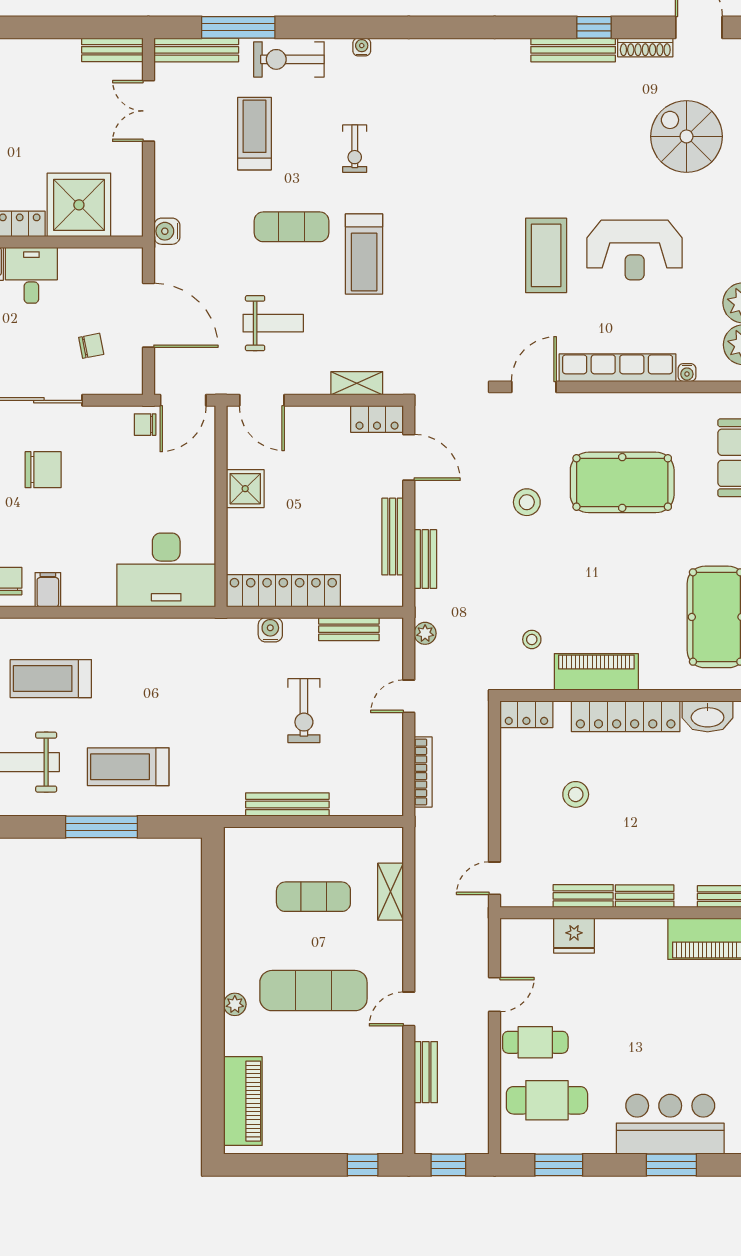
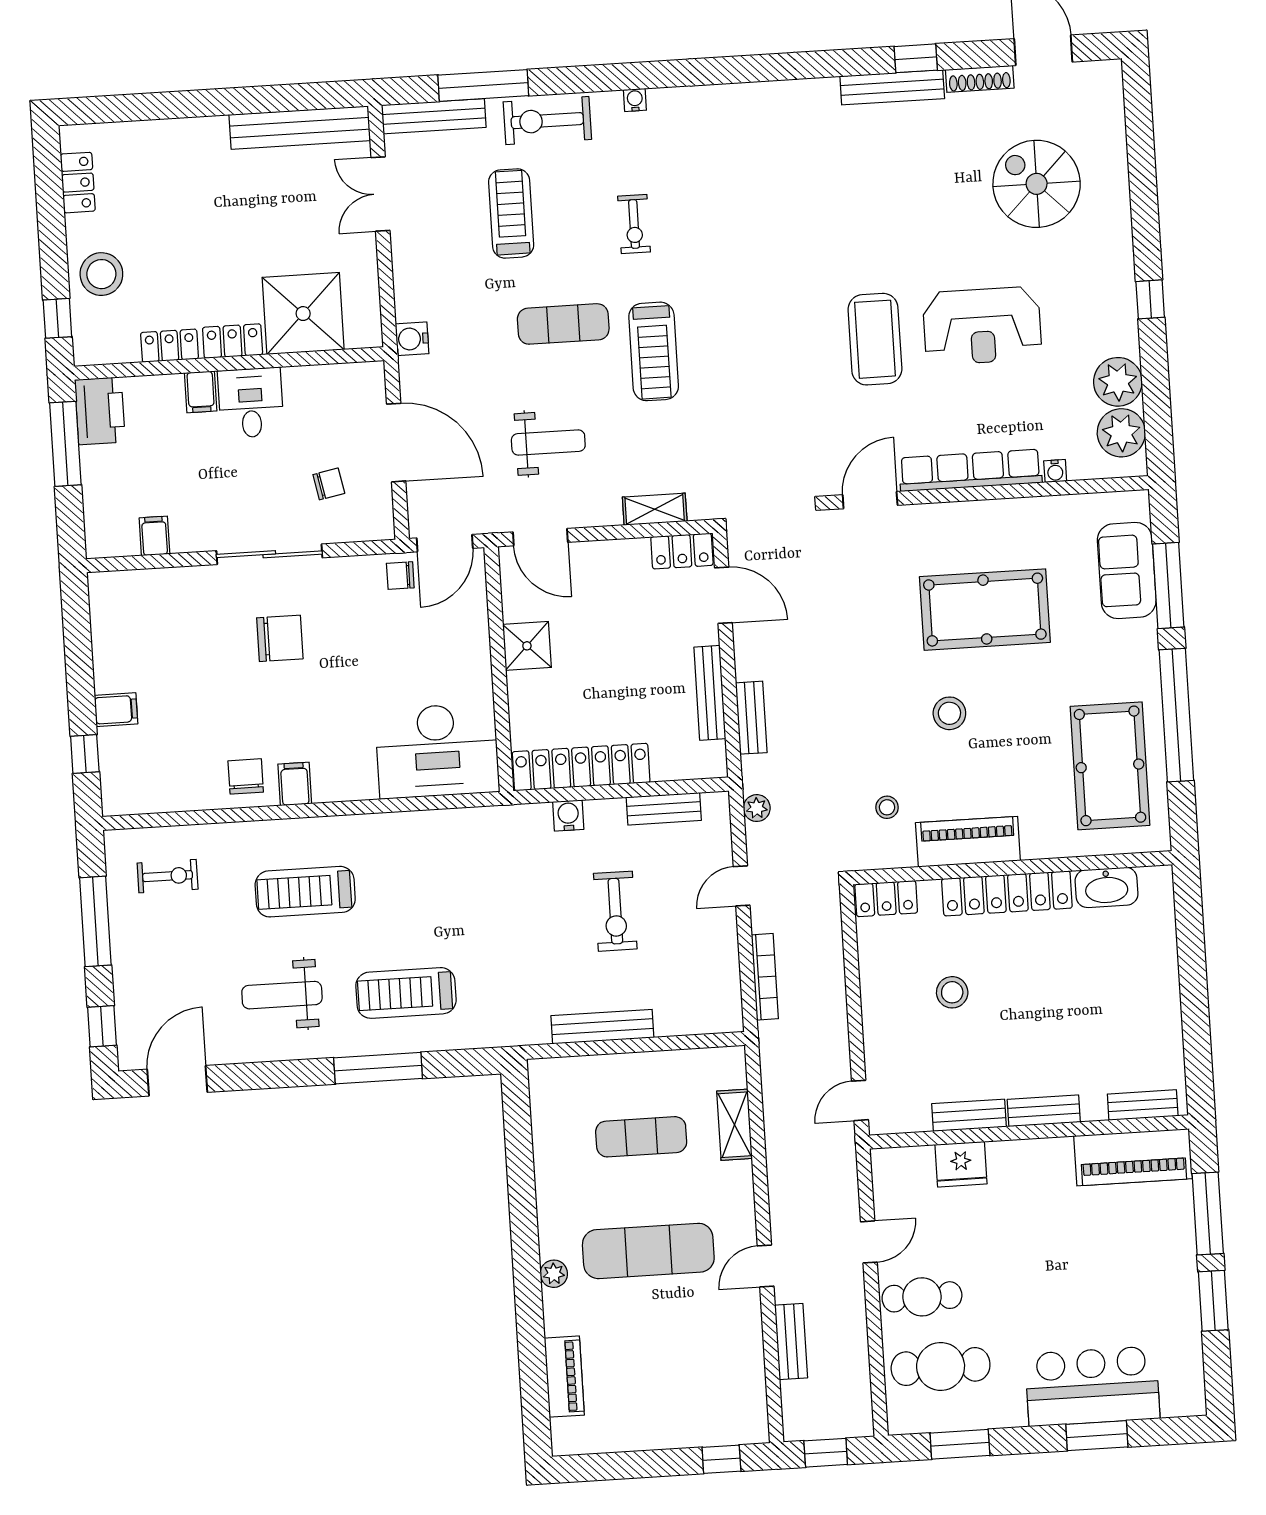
bench: (112, 50) -> (300, 128), width x1.86, depth x1.21
stool: (527, 502) -> (949, 713), moved
piano: (243, 1101) -> (564, 1377), width x0.73, depth x0.75

